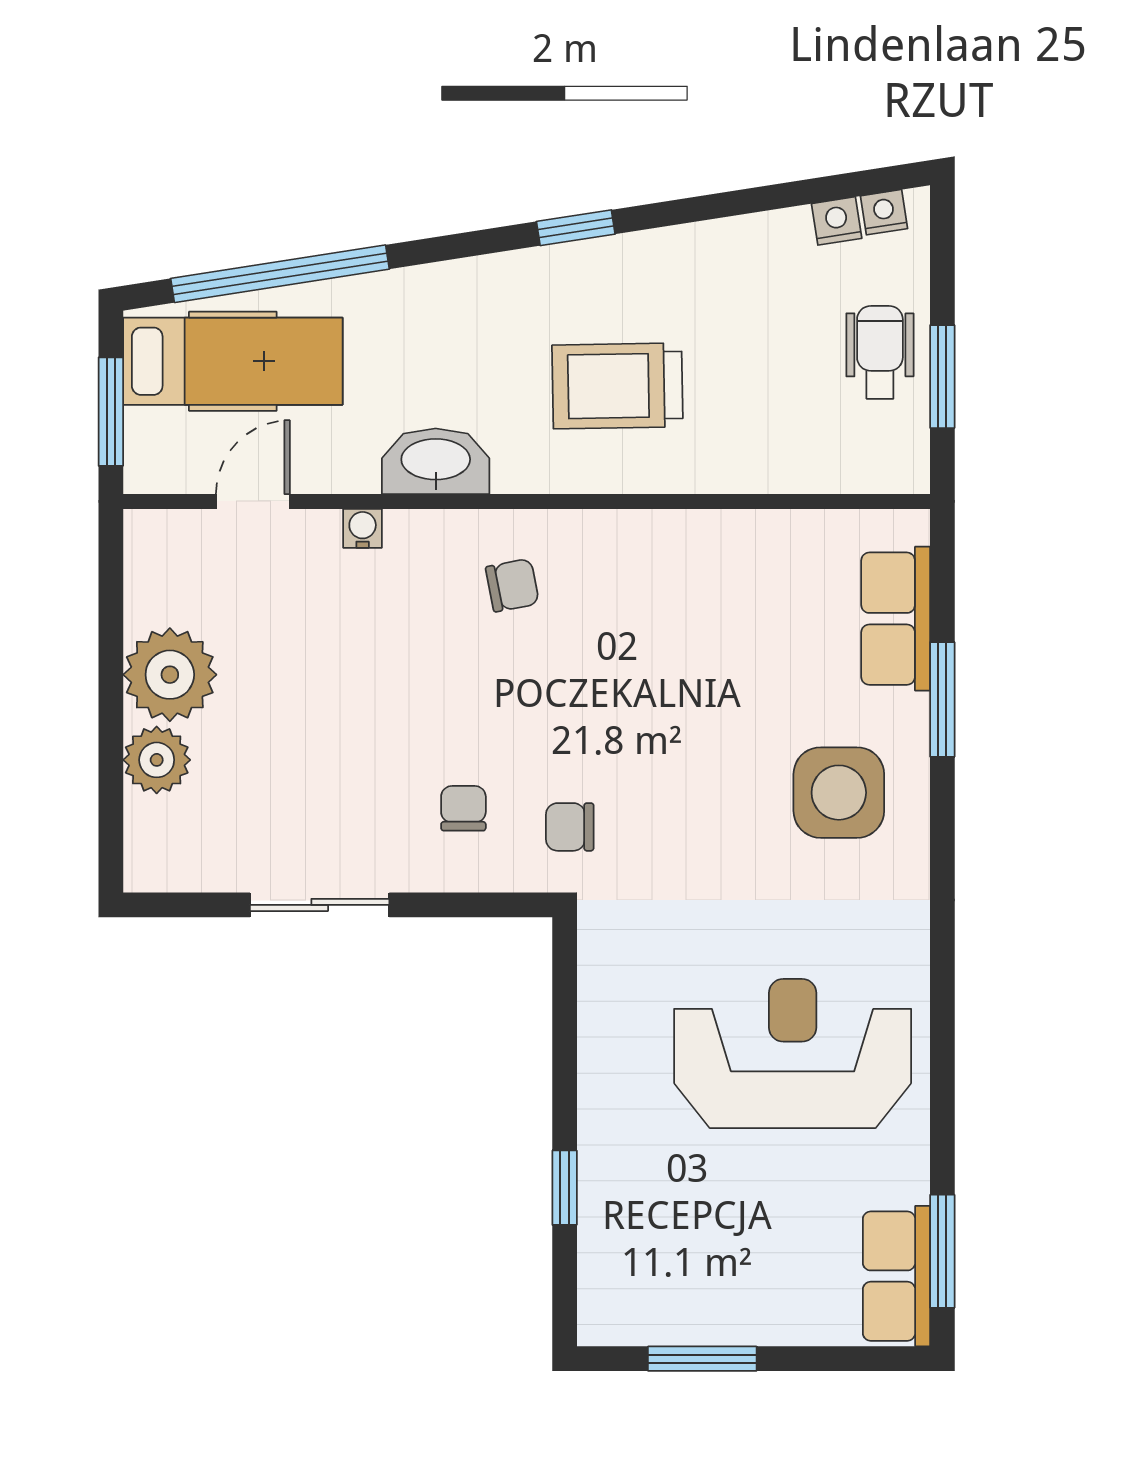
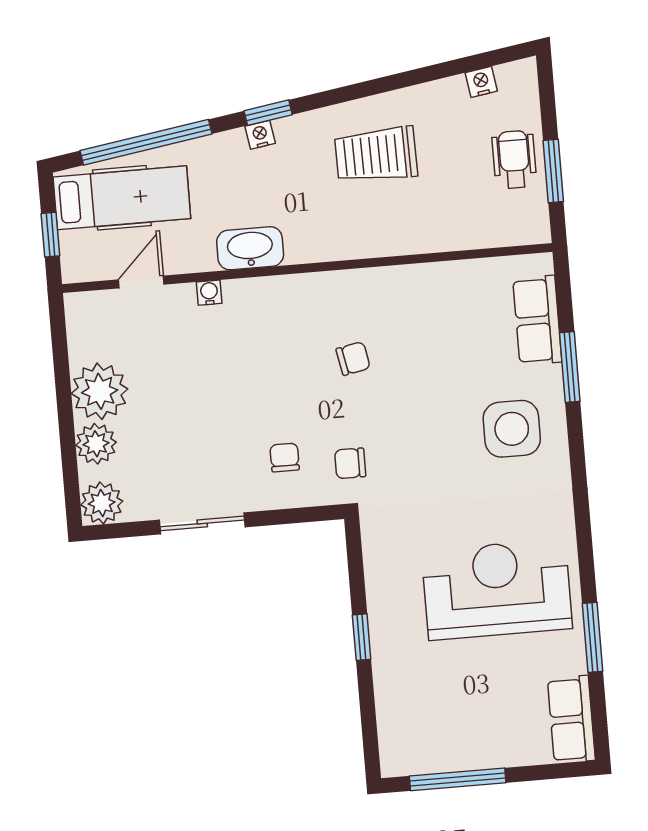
nightstand: (884, 212) -> (260, 135), moved
window: (576, 228) -> (268, 113), moved
trolley: (618, 386) -> (376, 155), moved
window: (111, 412) -> (50, 235), width x0.67
chair: (512, 585) -> (353, 358), moved
plant: (158, 858) -> (102, 503), added
window: (565, 1188) -> (362, 637), moved
window: (942, 1251) -> (592, 637), moved
window: (702, 1359) -> (458, 779), width x1.44

